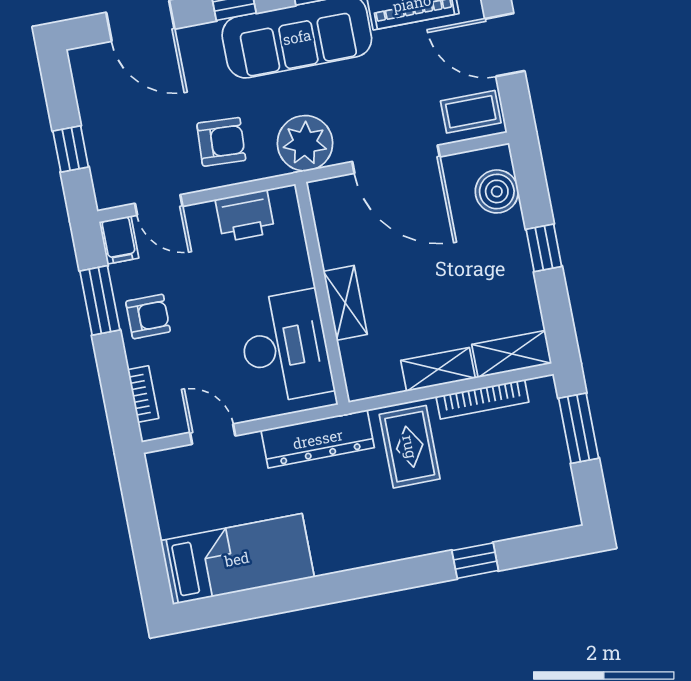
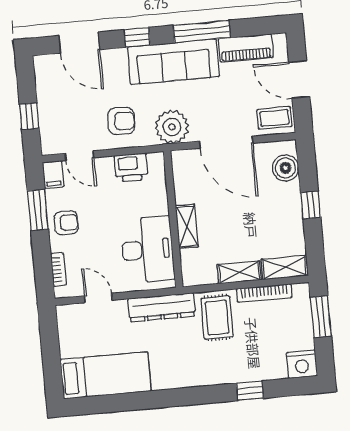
nightstand: (555, 509) -> (302, 364), added

